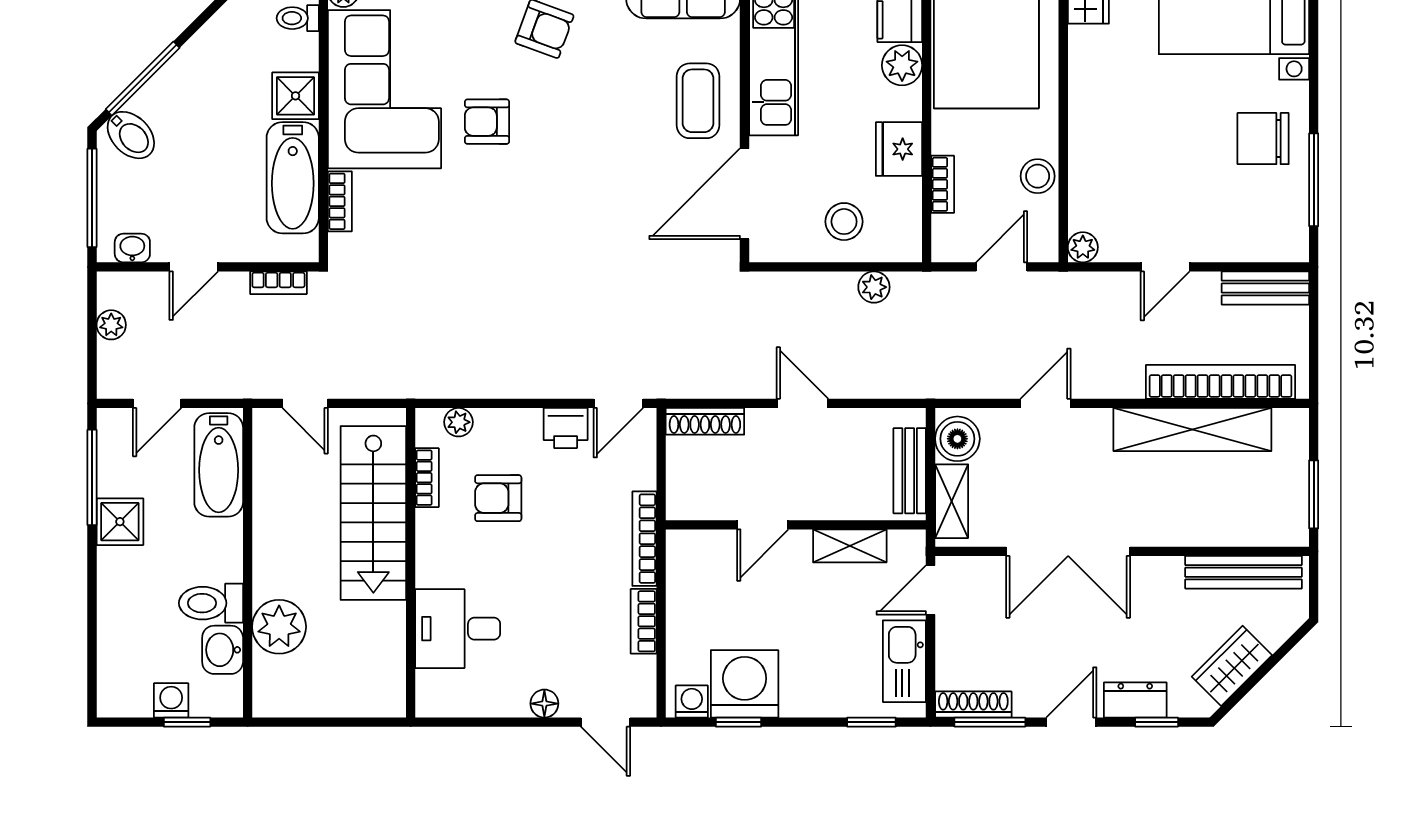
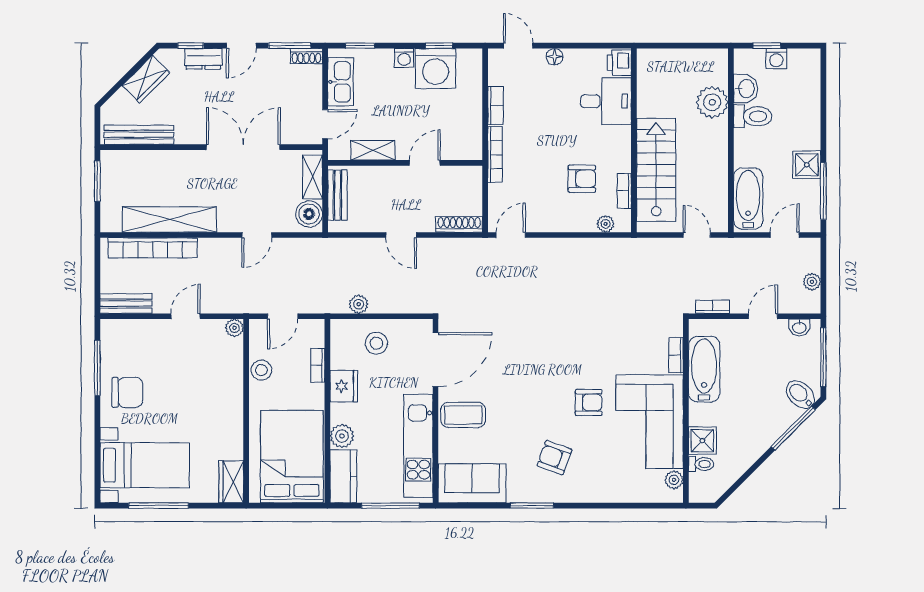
shower: (296, 96) -> (702, 441), moved
coffee table: (698, 101) -> (463, 415), turned 90
printer: (566, 428) -> (619, 63), moved, turned -90
washing machine: (692, 701) -> (404, 58), moved
shoe rack: (973, 705) -> (306, 56), width x0.70

